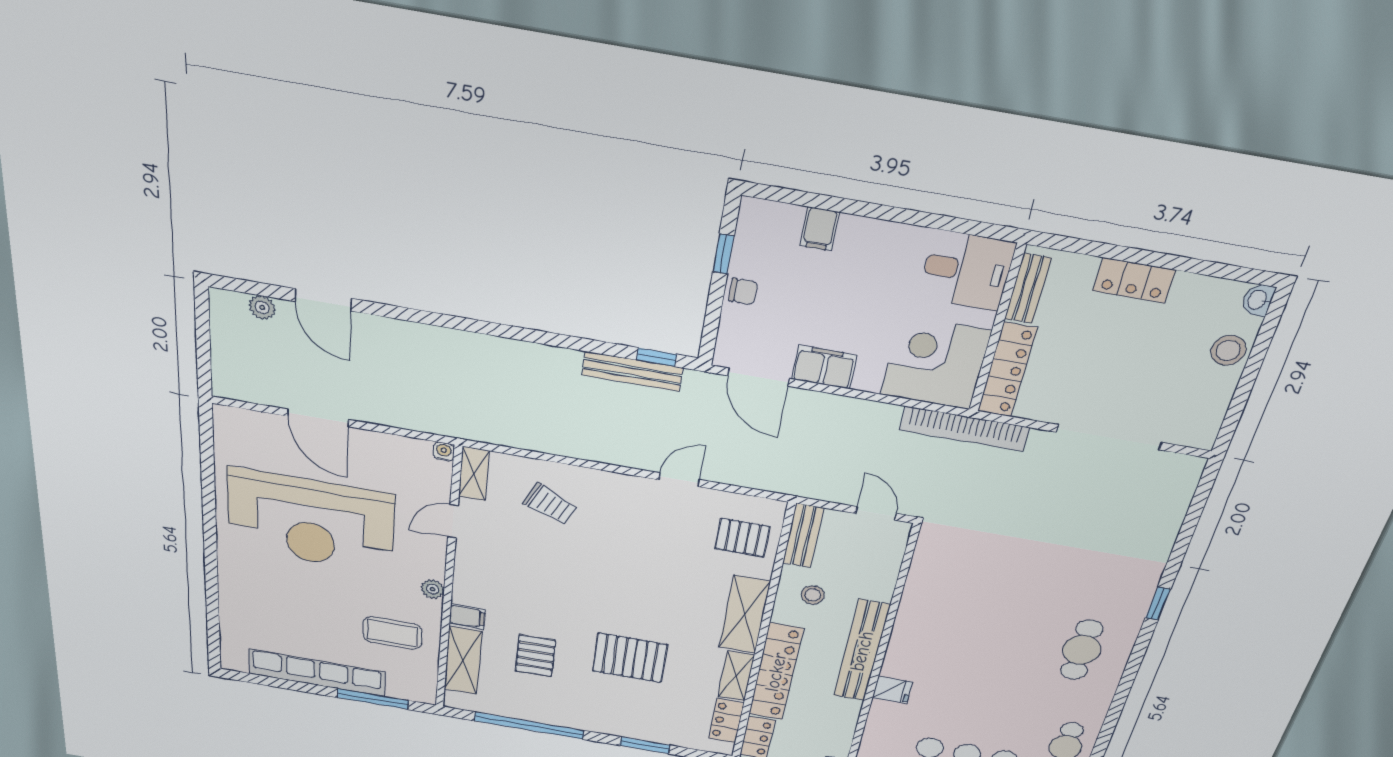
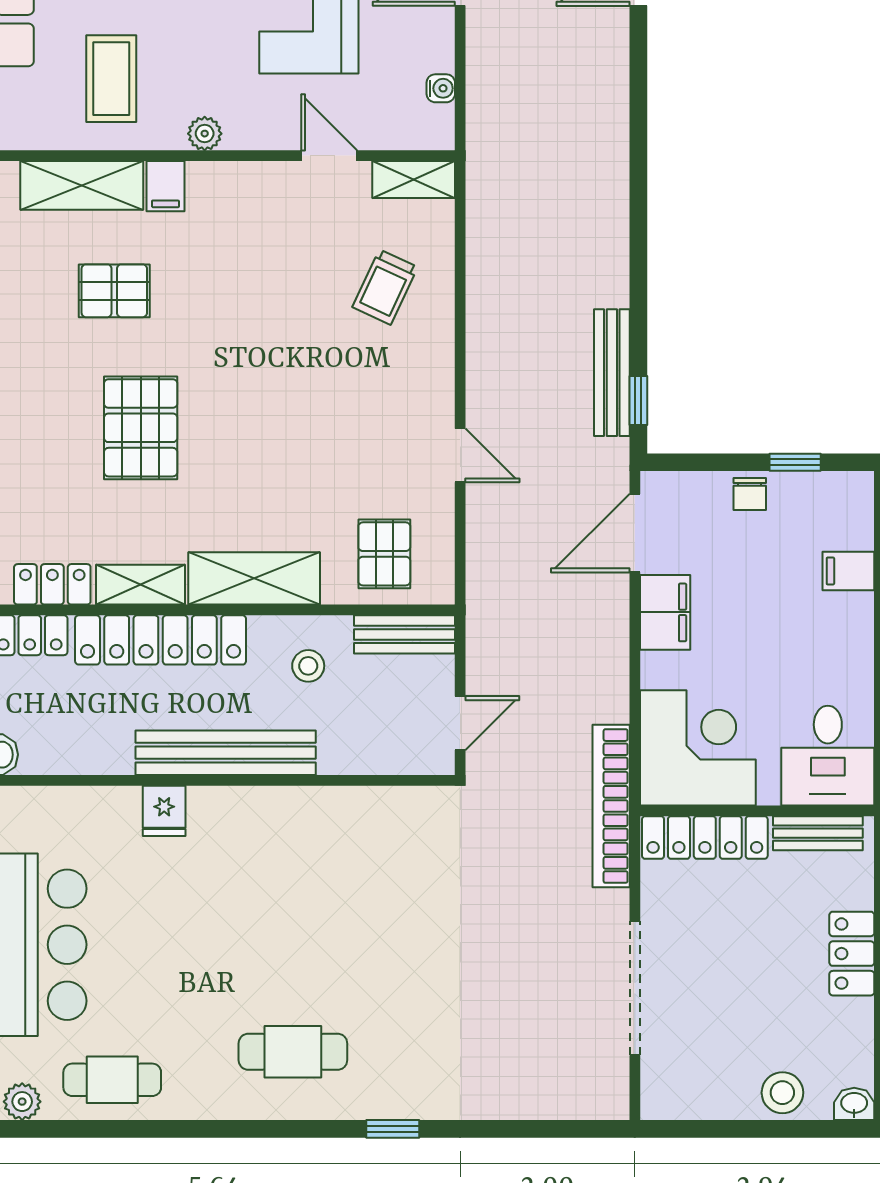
water cooler: (444, 452) -> (441, 88), moved

